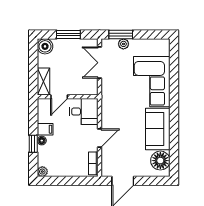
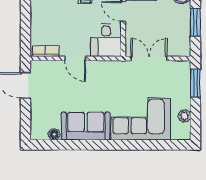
plant: (123, 44) -> (185, 116), moved
double door: (99, 63) -> (149, 58), moved
floor lamp: (160, 161) -> (54, 134), width x0.53, depth x0.53

